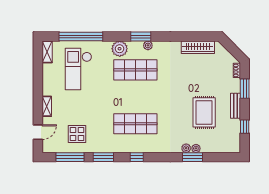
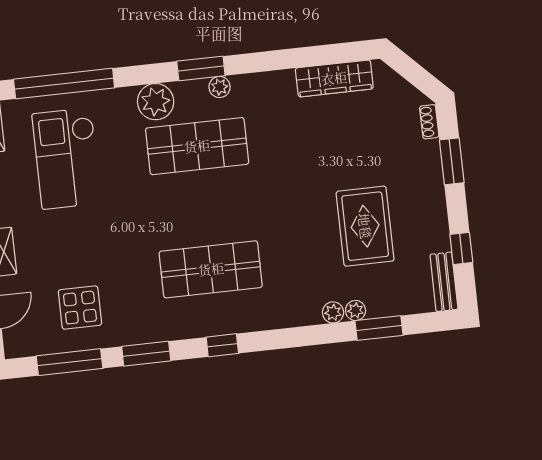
bench: (236, 106) -> (444, 282), moved
window: (193, 157) -> (379, 328), moved

